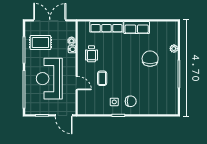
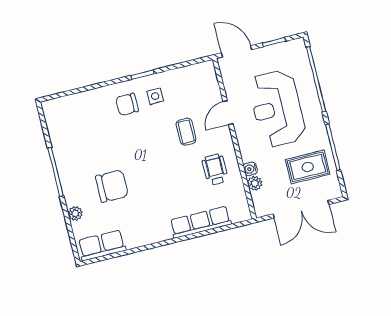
row of seats: (137, 28) -> (102, 245), moved
chair: (150, 59) -> (112, 186), turned -90
reception desk: (49, 79) -> (277, 109), turned 180
door: (77, 83) -> (228, 113), hinge flipped

